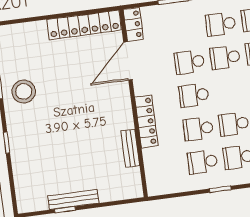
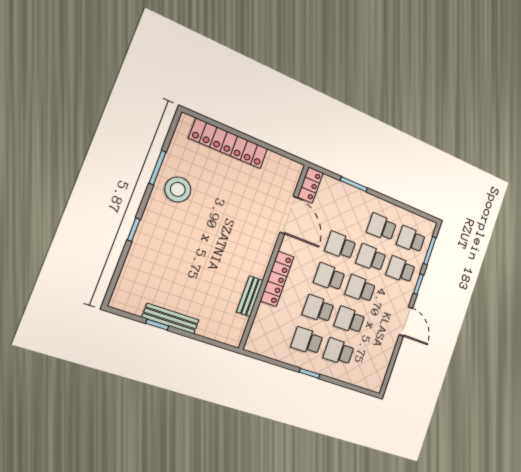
locker: (84, 25) -> (229, 144), moved
door: (128, 61) -> (289, 215), swing flipped
school desk: (229, 91) -> (360, 289), added

